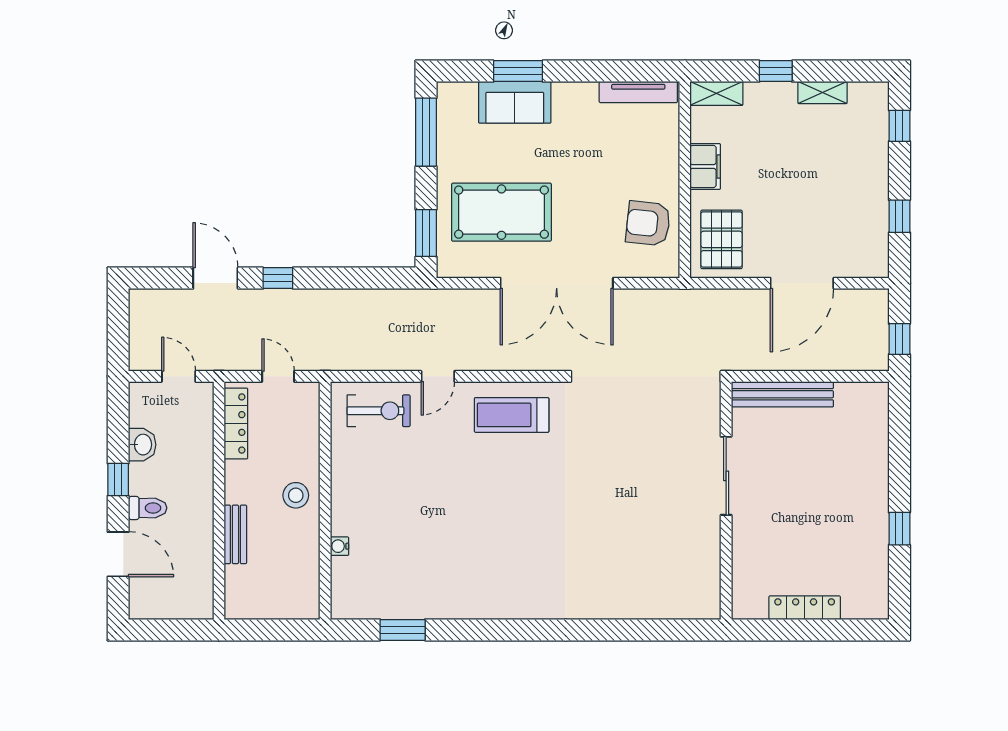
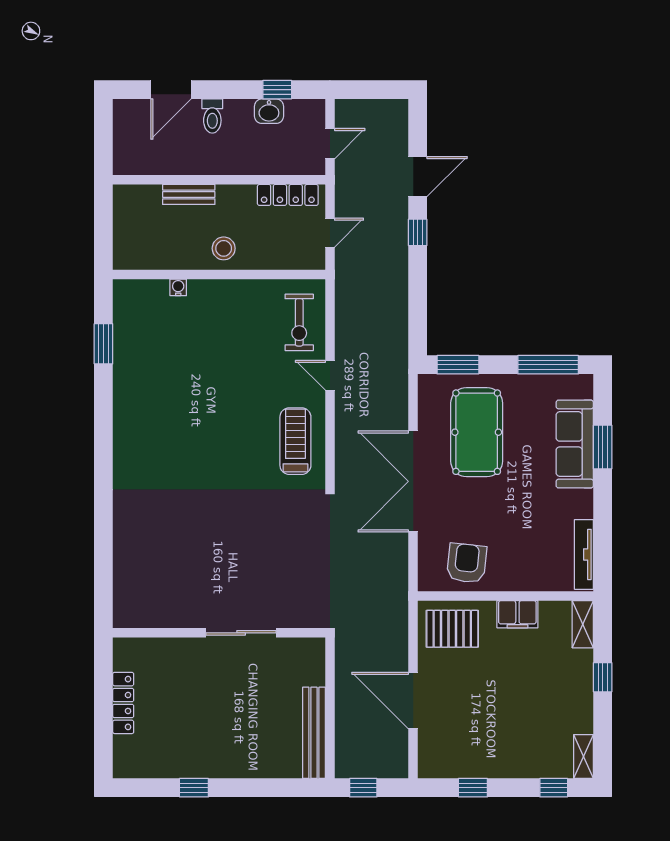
shelving: (822, 92) -> (584, 757), moved
sofa: (515, 102) -> (575, 444), width x1.36
bench: (782, 394) -> (314, 733), moved
window: (118, 480) -> (277, 90), moved

